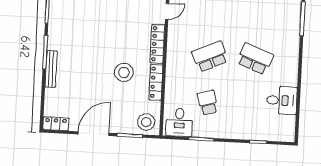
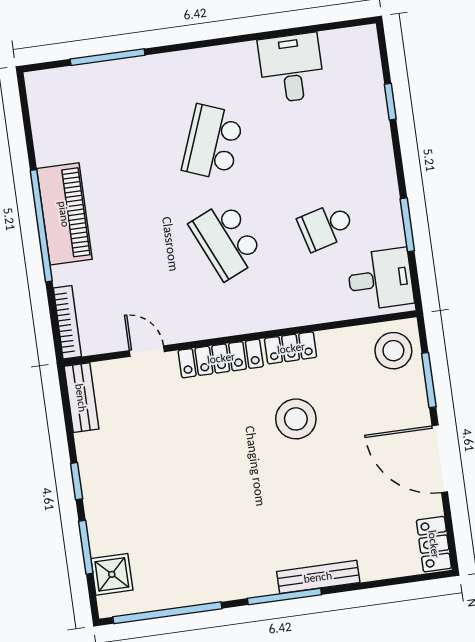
locker: (156, 82) -> (291, 348), width x0.66

